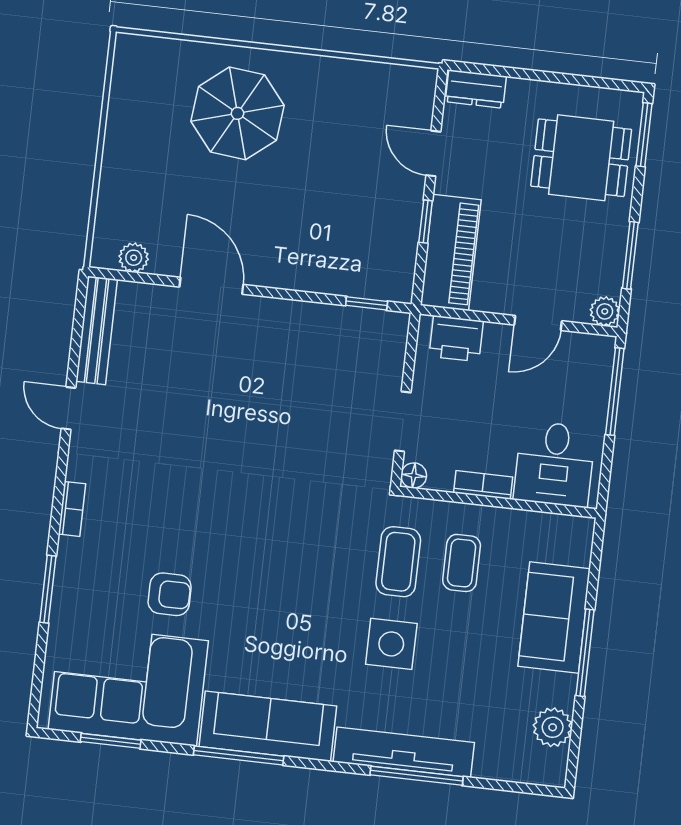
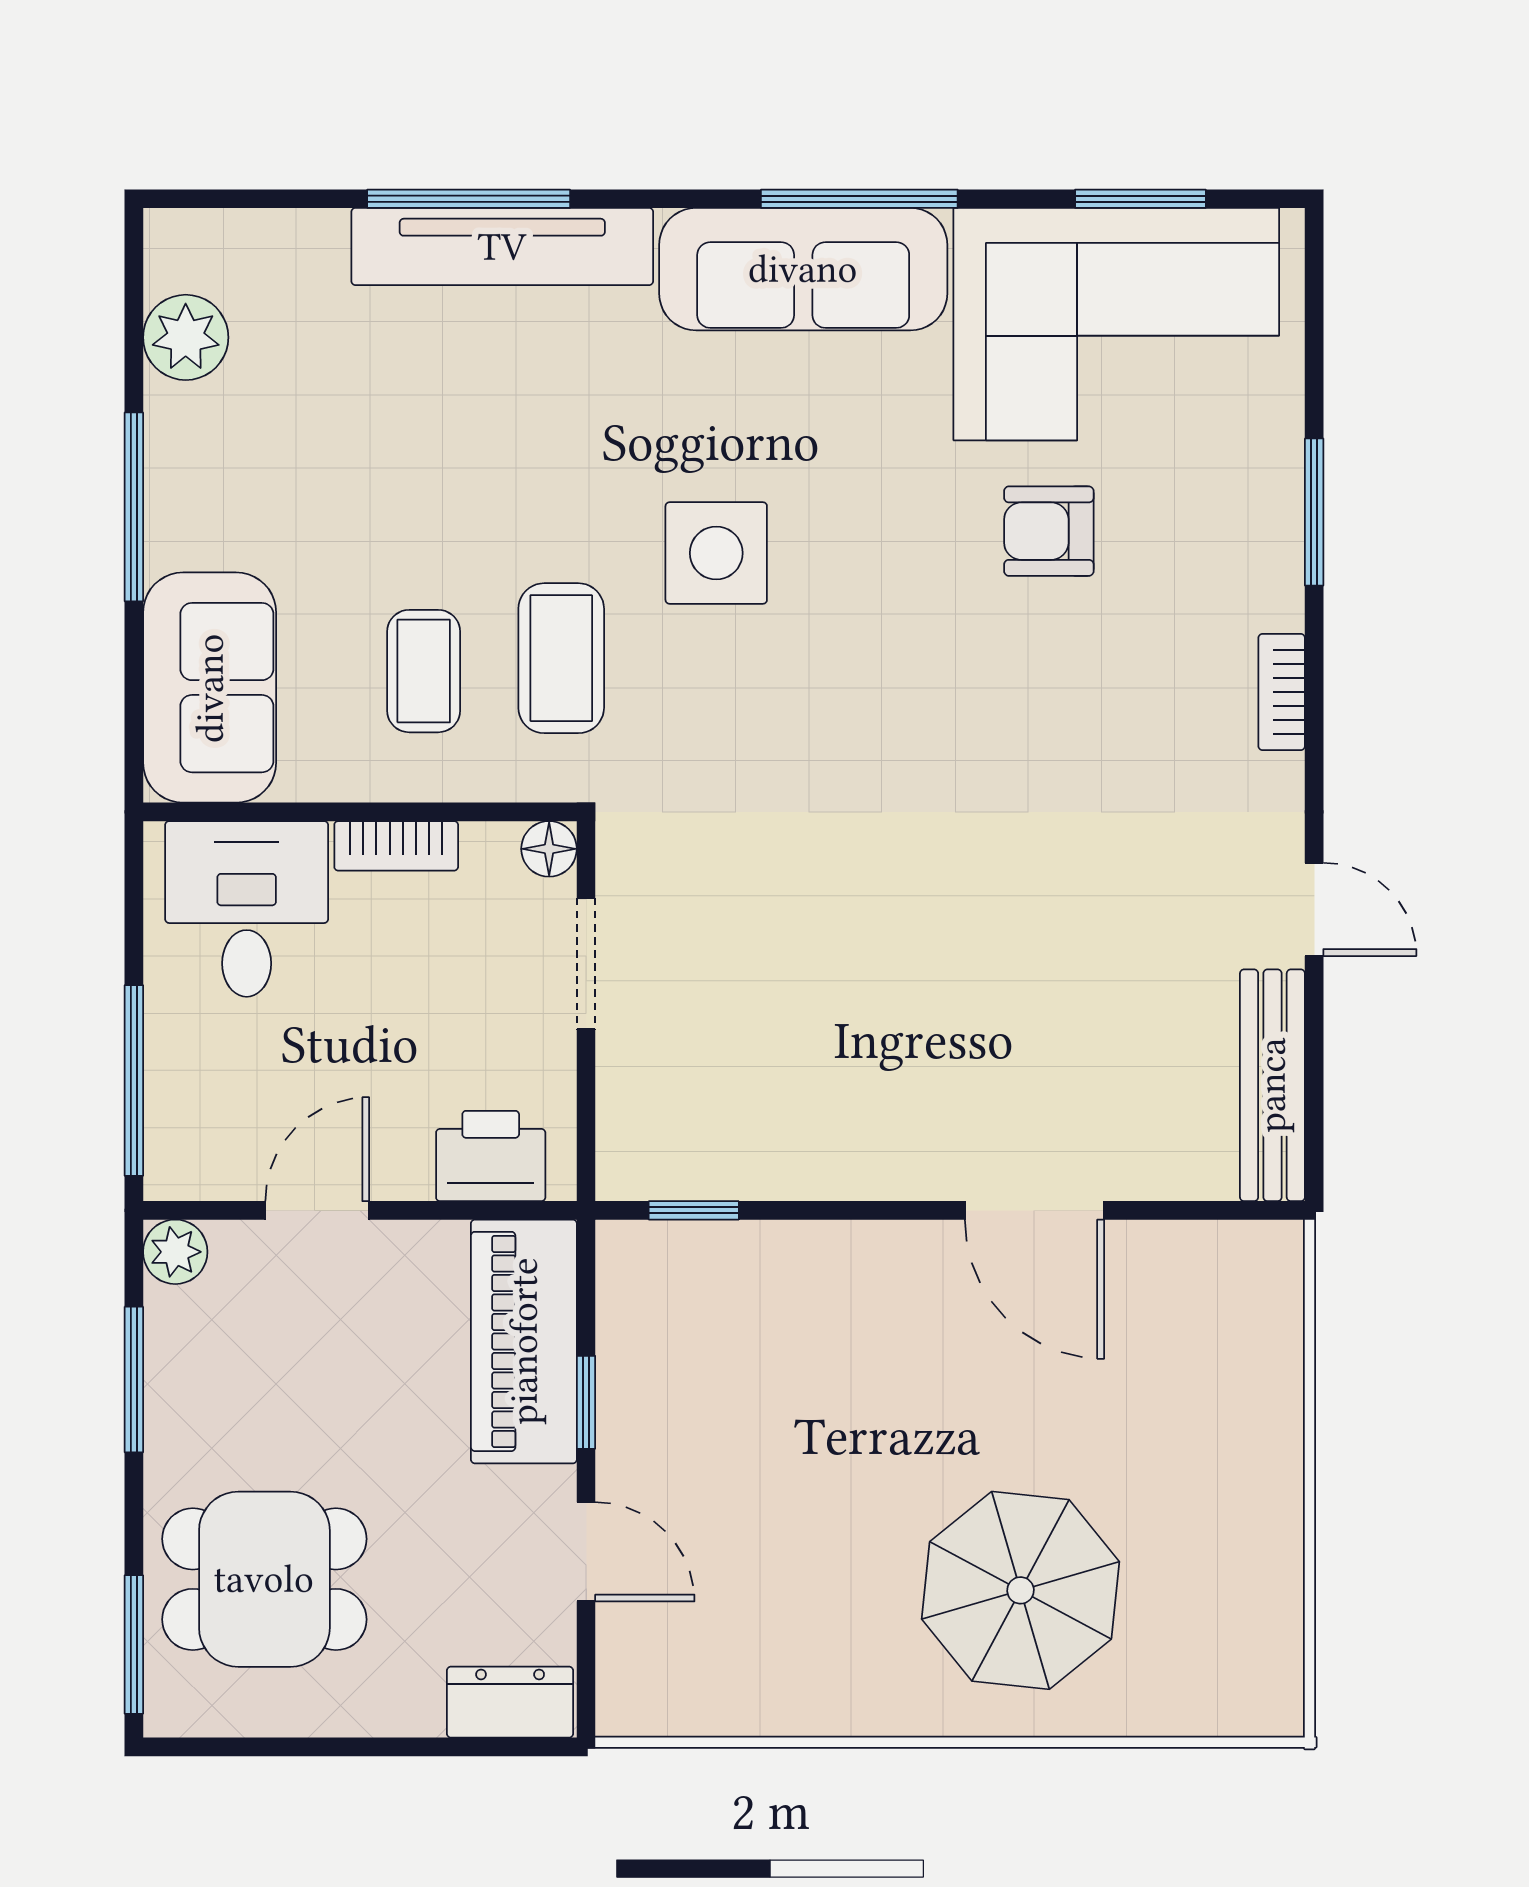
plant: (134, 258) -> (1210, 1252), removed
sofa: (554, 618) -> (210, 688), moved
side table: (391, 644) -> (716, 553), moved

